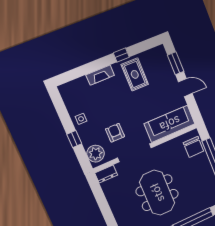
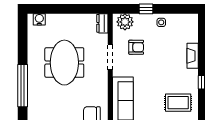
rug: (135, 74) -> (178, 103), moved
doorway: (135, 153) -> (110, 57), width x0.73
meeting table: (157, 193) -> (64, 63), turned 90

